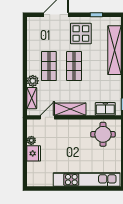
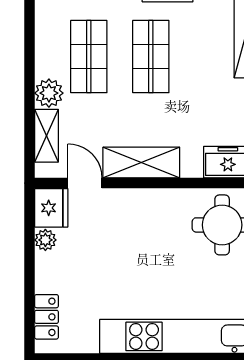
door: (47, 117) -> (85, 183), hinge flipped
fridge: (34, 153) -> (51, 208), moved
locker: (32, 172) -> (46, 317), added

